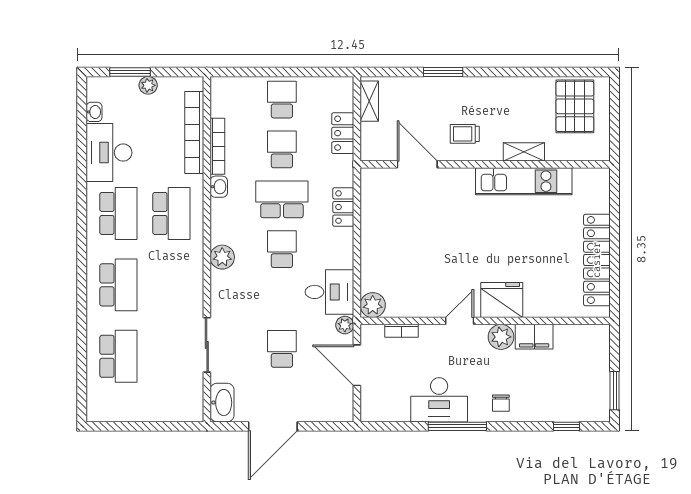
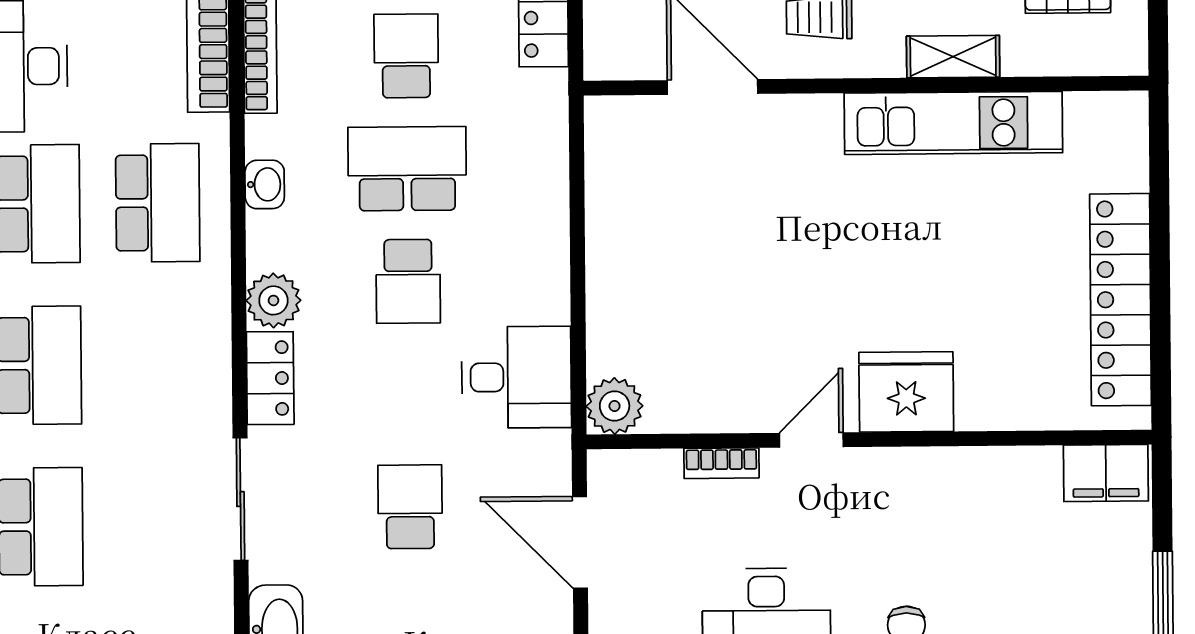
washbasin: (219, 187) -> (265, 184), moved
locker: (343, 207) -> (270, 378), moved, turned 180
school desk: (282, 249) -> (408, 281), turned 180
plant: (345, 325) -> (552, 452), removed
bookcase: (401, 331) -> (721, 463), moved
plant: (501, 337) -> (905, 475), removed
filing cabinet: (534, 337) -> (1106, 473), moved

